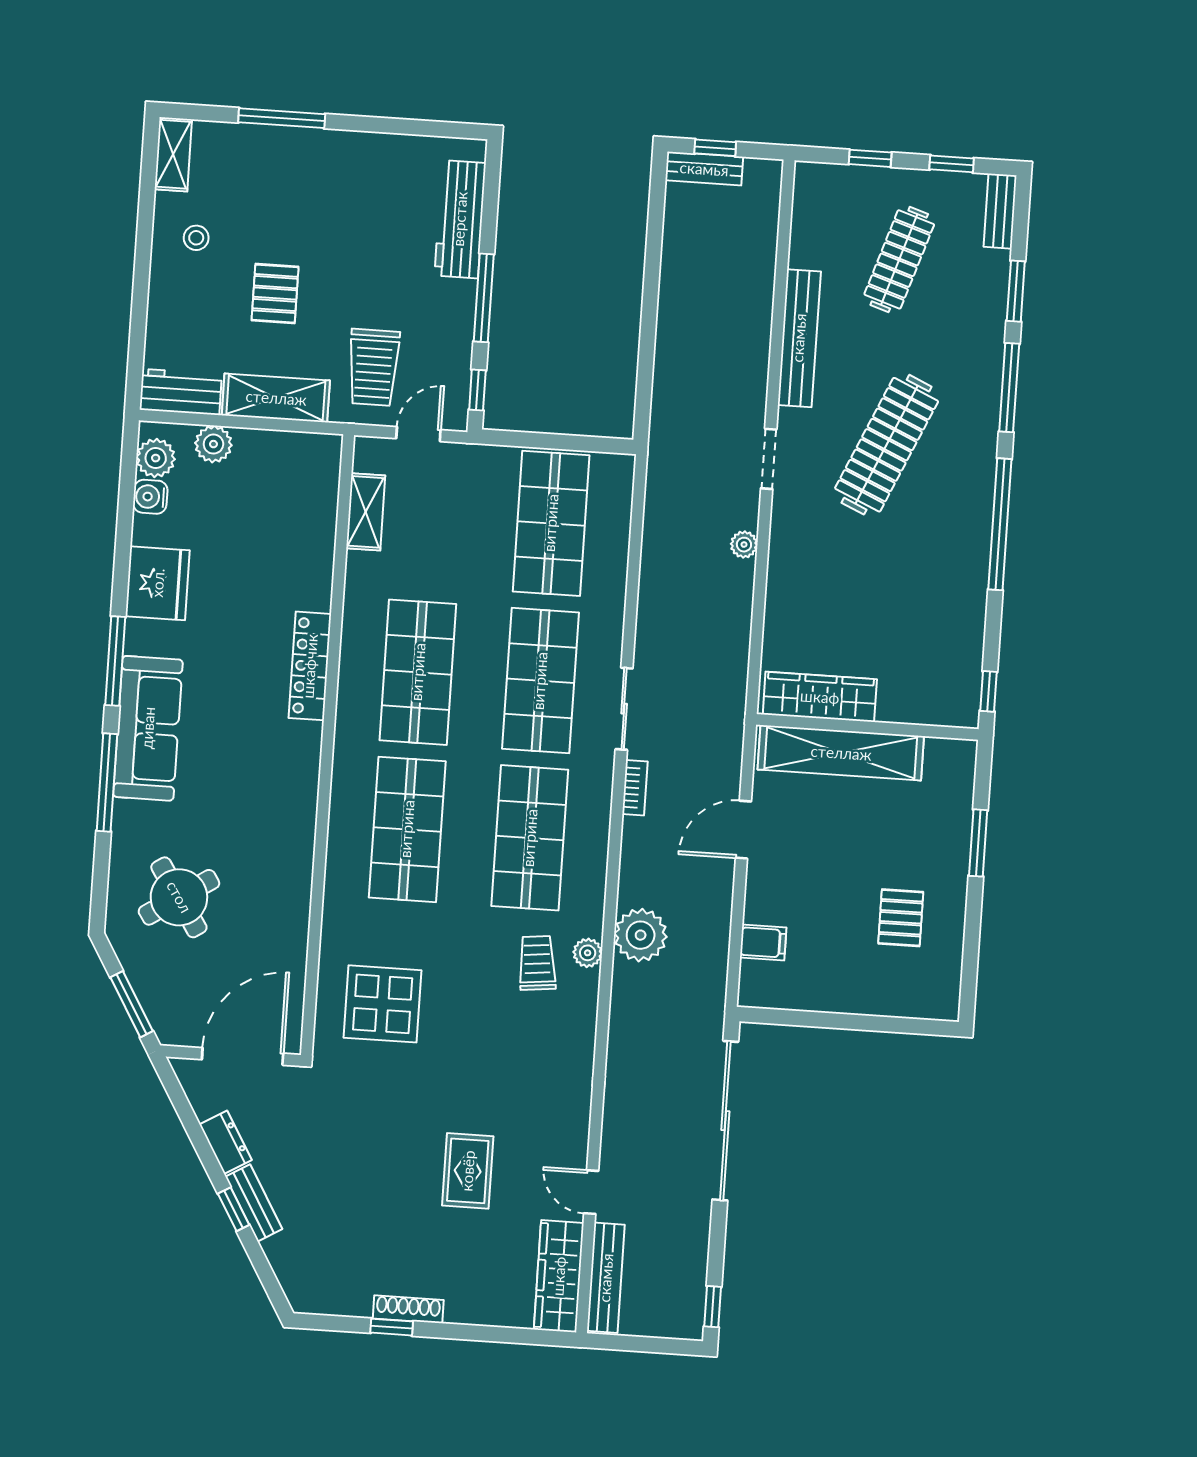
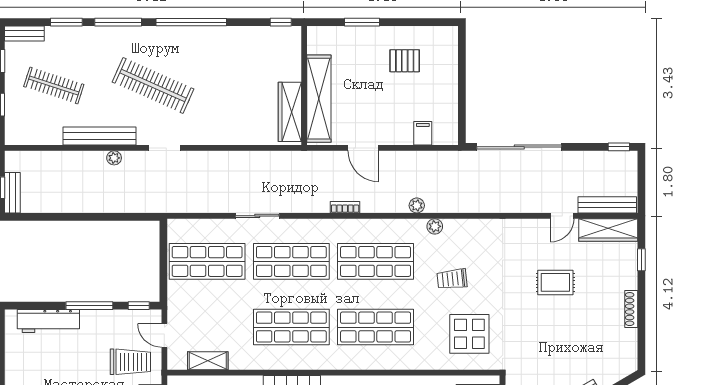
plant: (744, 545) -> (114, 158), moved
sliding door: (624, 709) -> (257, 216), moved
plant: (641, 935) -> (417, 205), width x0.53, depth x0.53
trolley: (537, 963) -> (452, 279), moved
window: (392, 1327) -> (641, 260), moved

